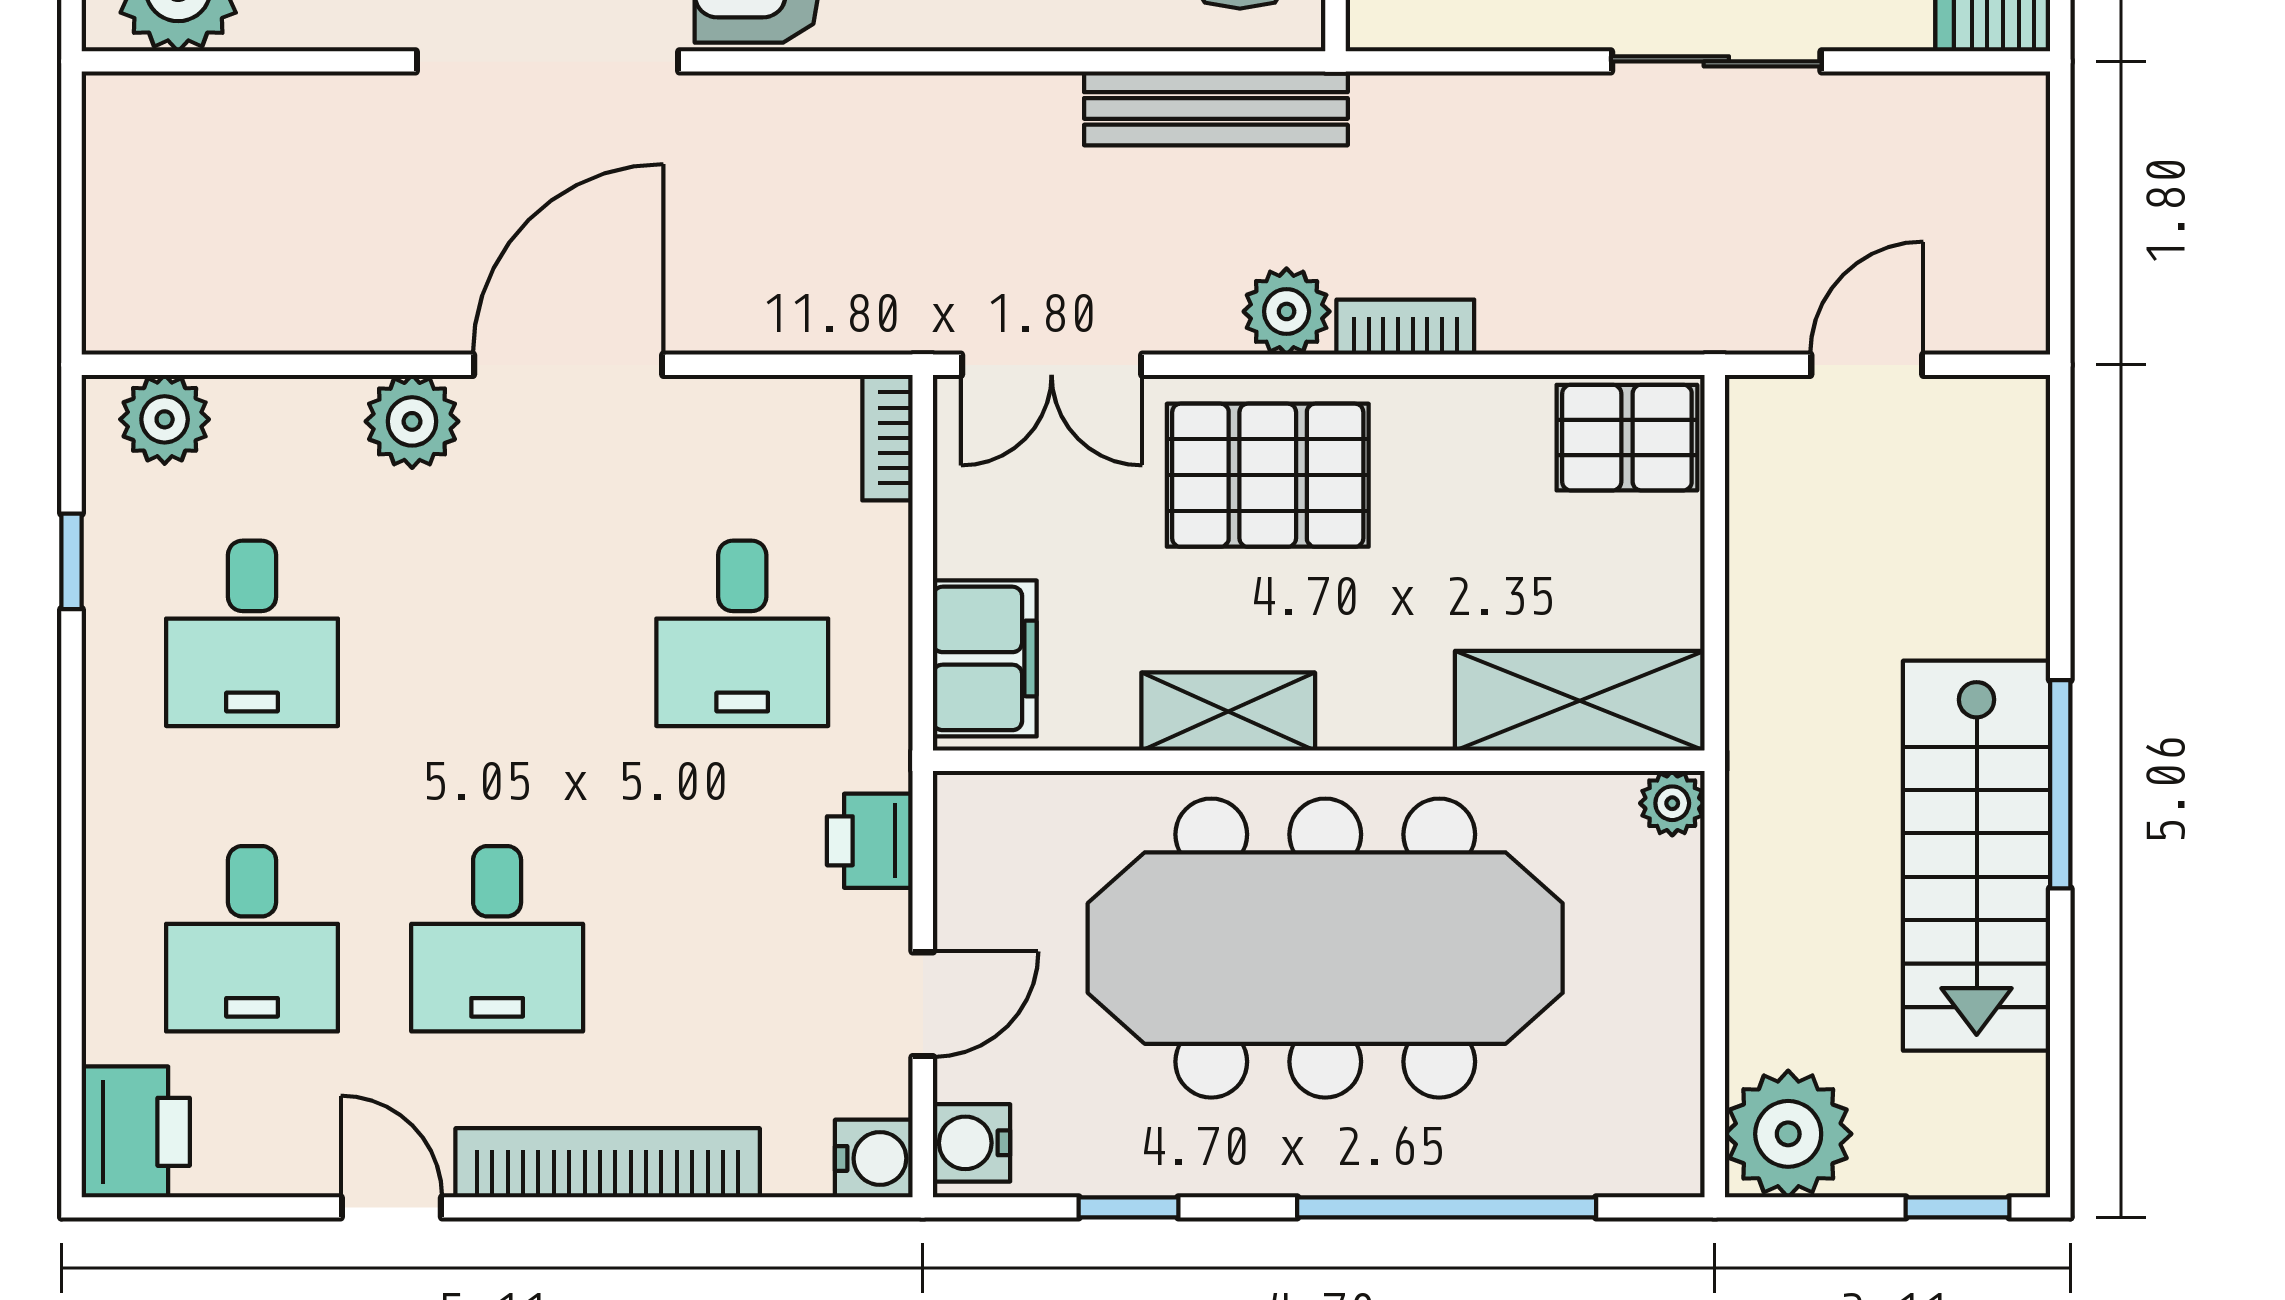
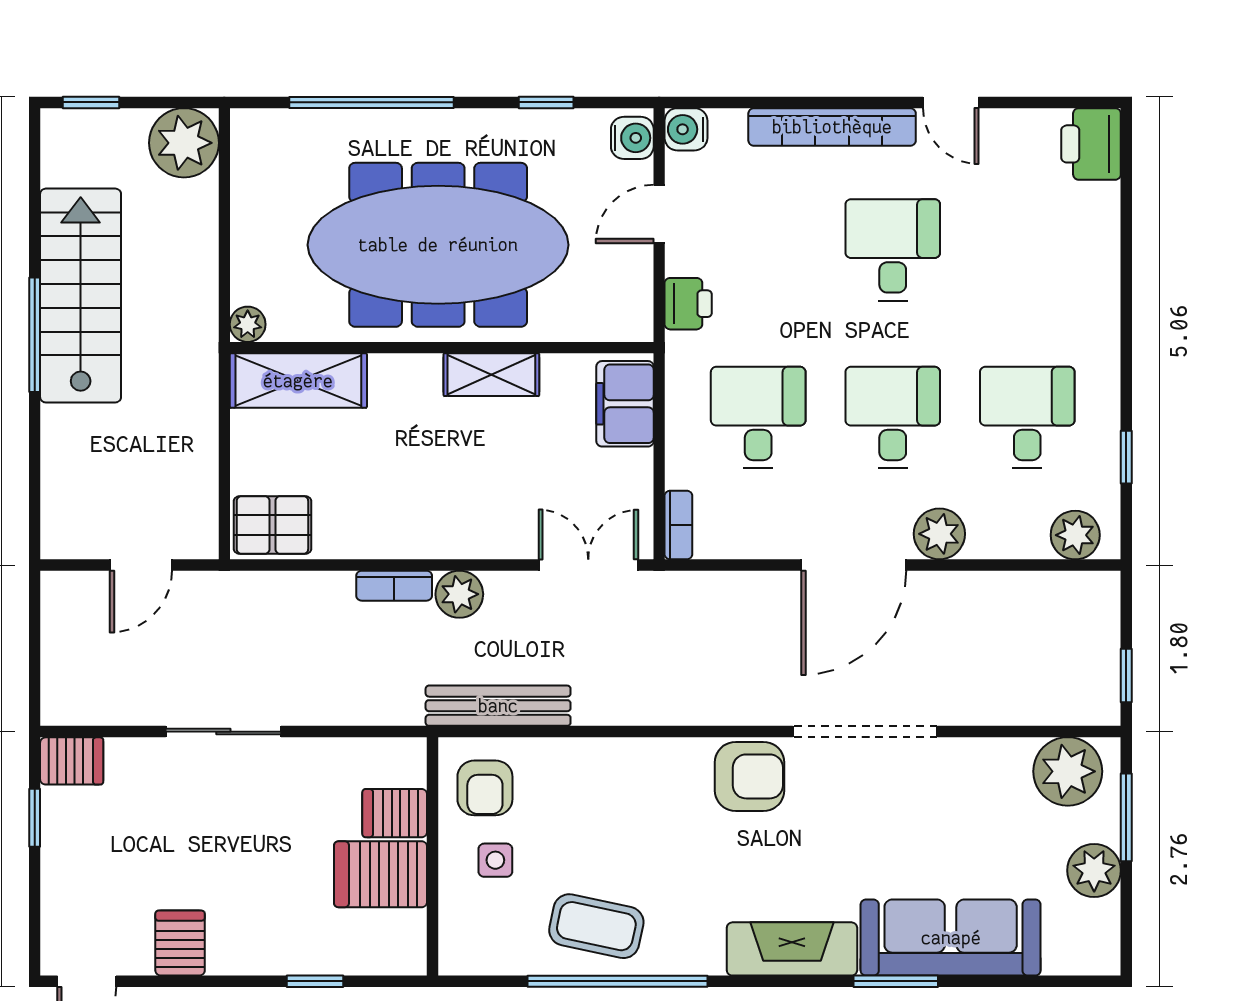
window: (72, 163) -> (1126, 676), added
pallet: (1268, 475) -> (470, 504), removed
desk: (252, 939) -> (893, 418), moved

